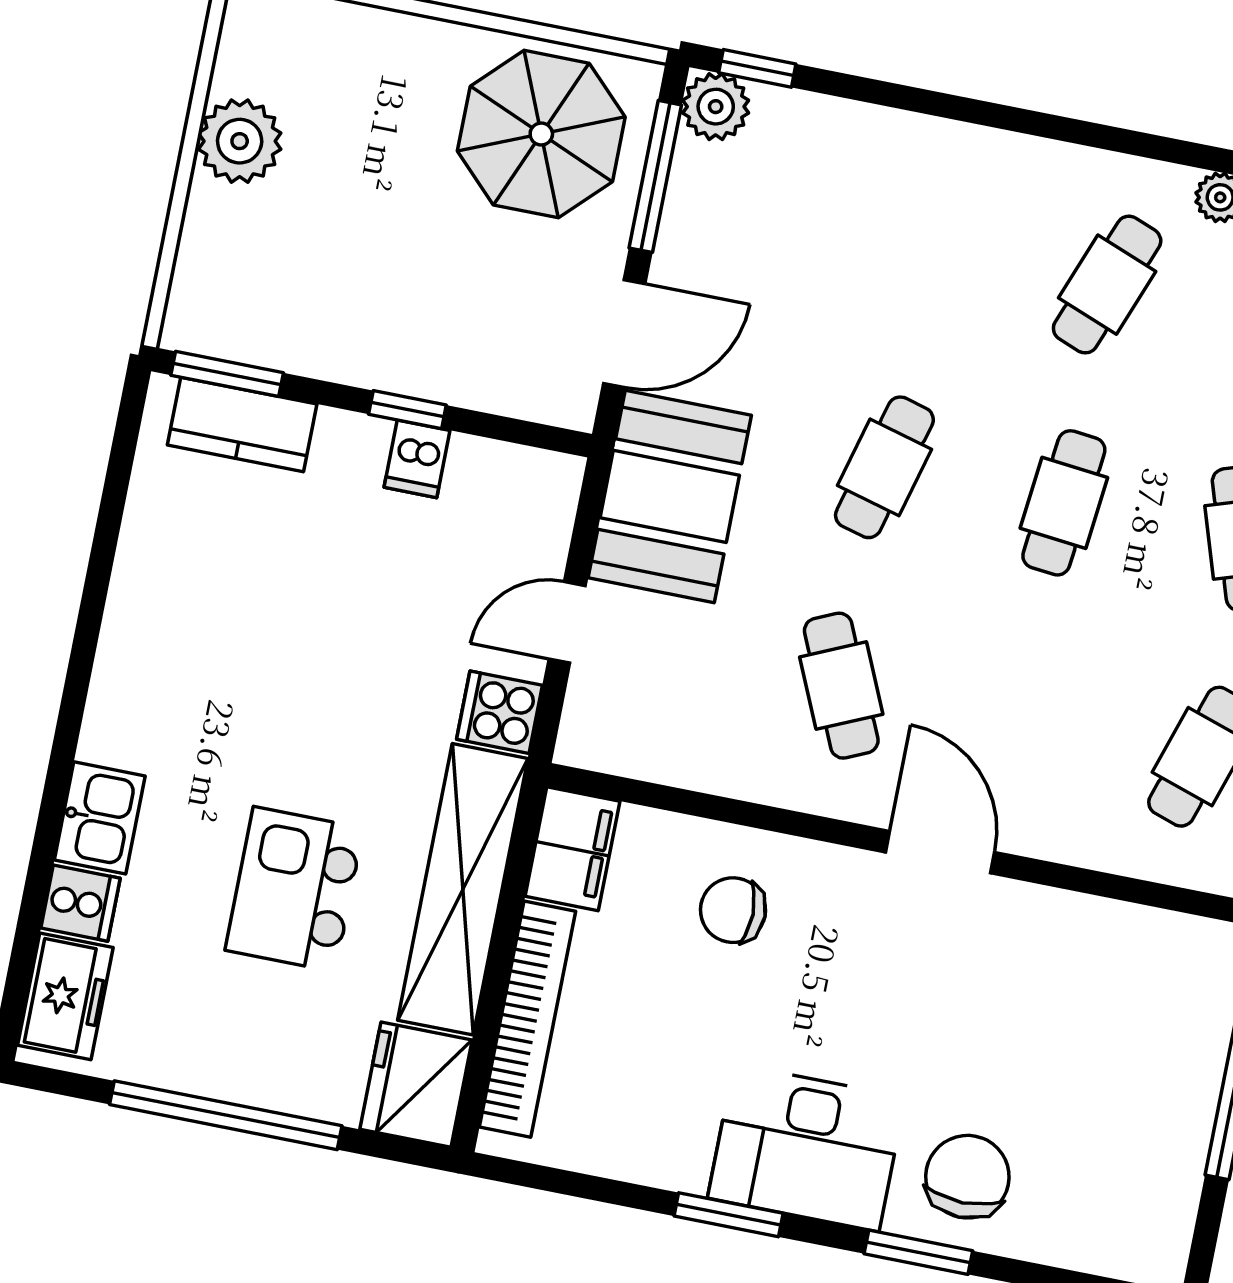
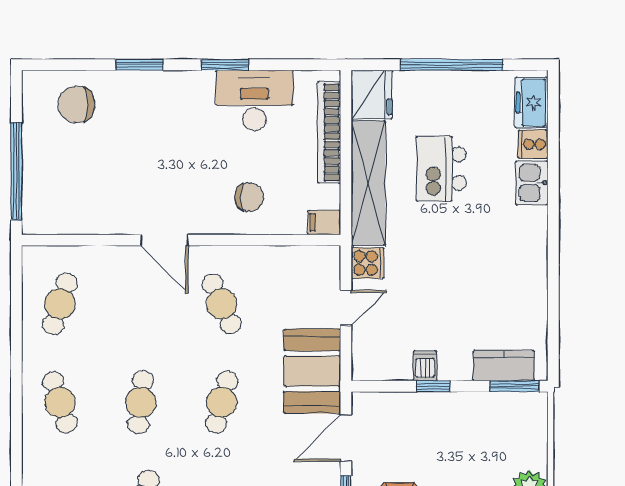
filing cabinet: (573, 849) -> (324, 222), width x0.50
kitchen island: (294, 889) -> (441, 169), turned 180
desk: (806, 1148) -> (254, 100), moved
chair: (967, 1177) -> (77, 104), moved, turned 90

